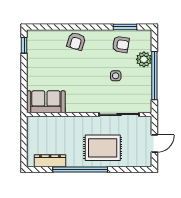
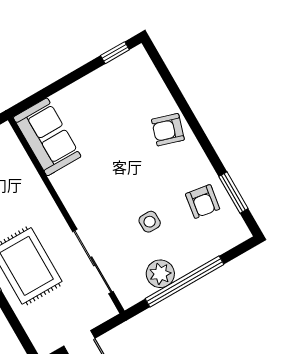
plant: (144, 59) -> (160, 274), moved

